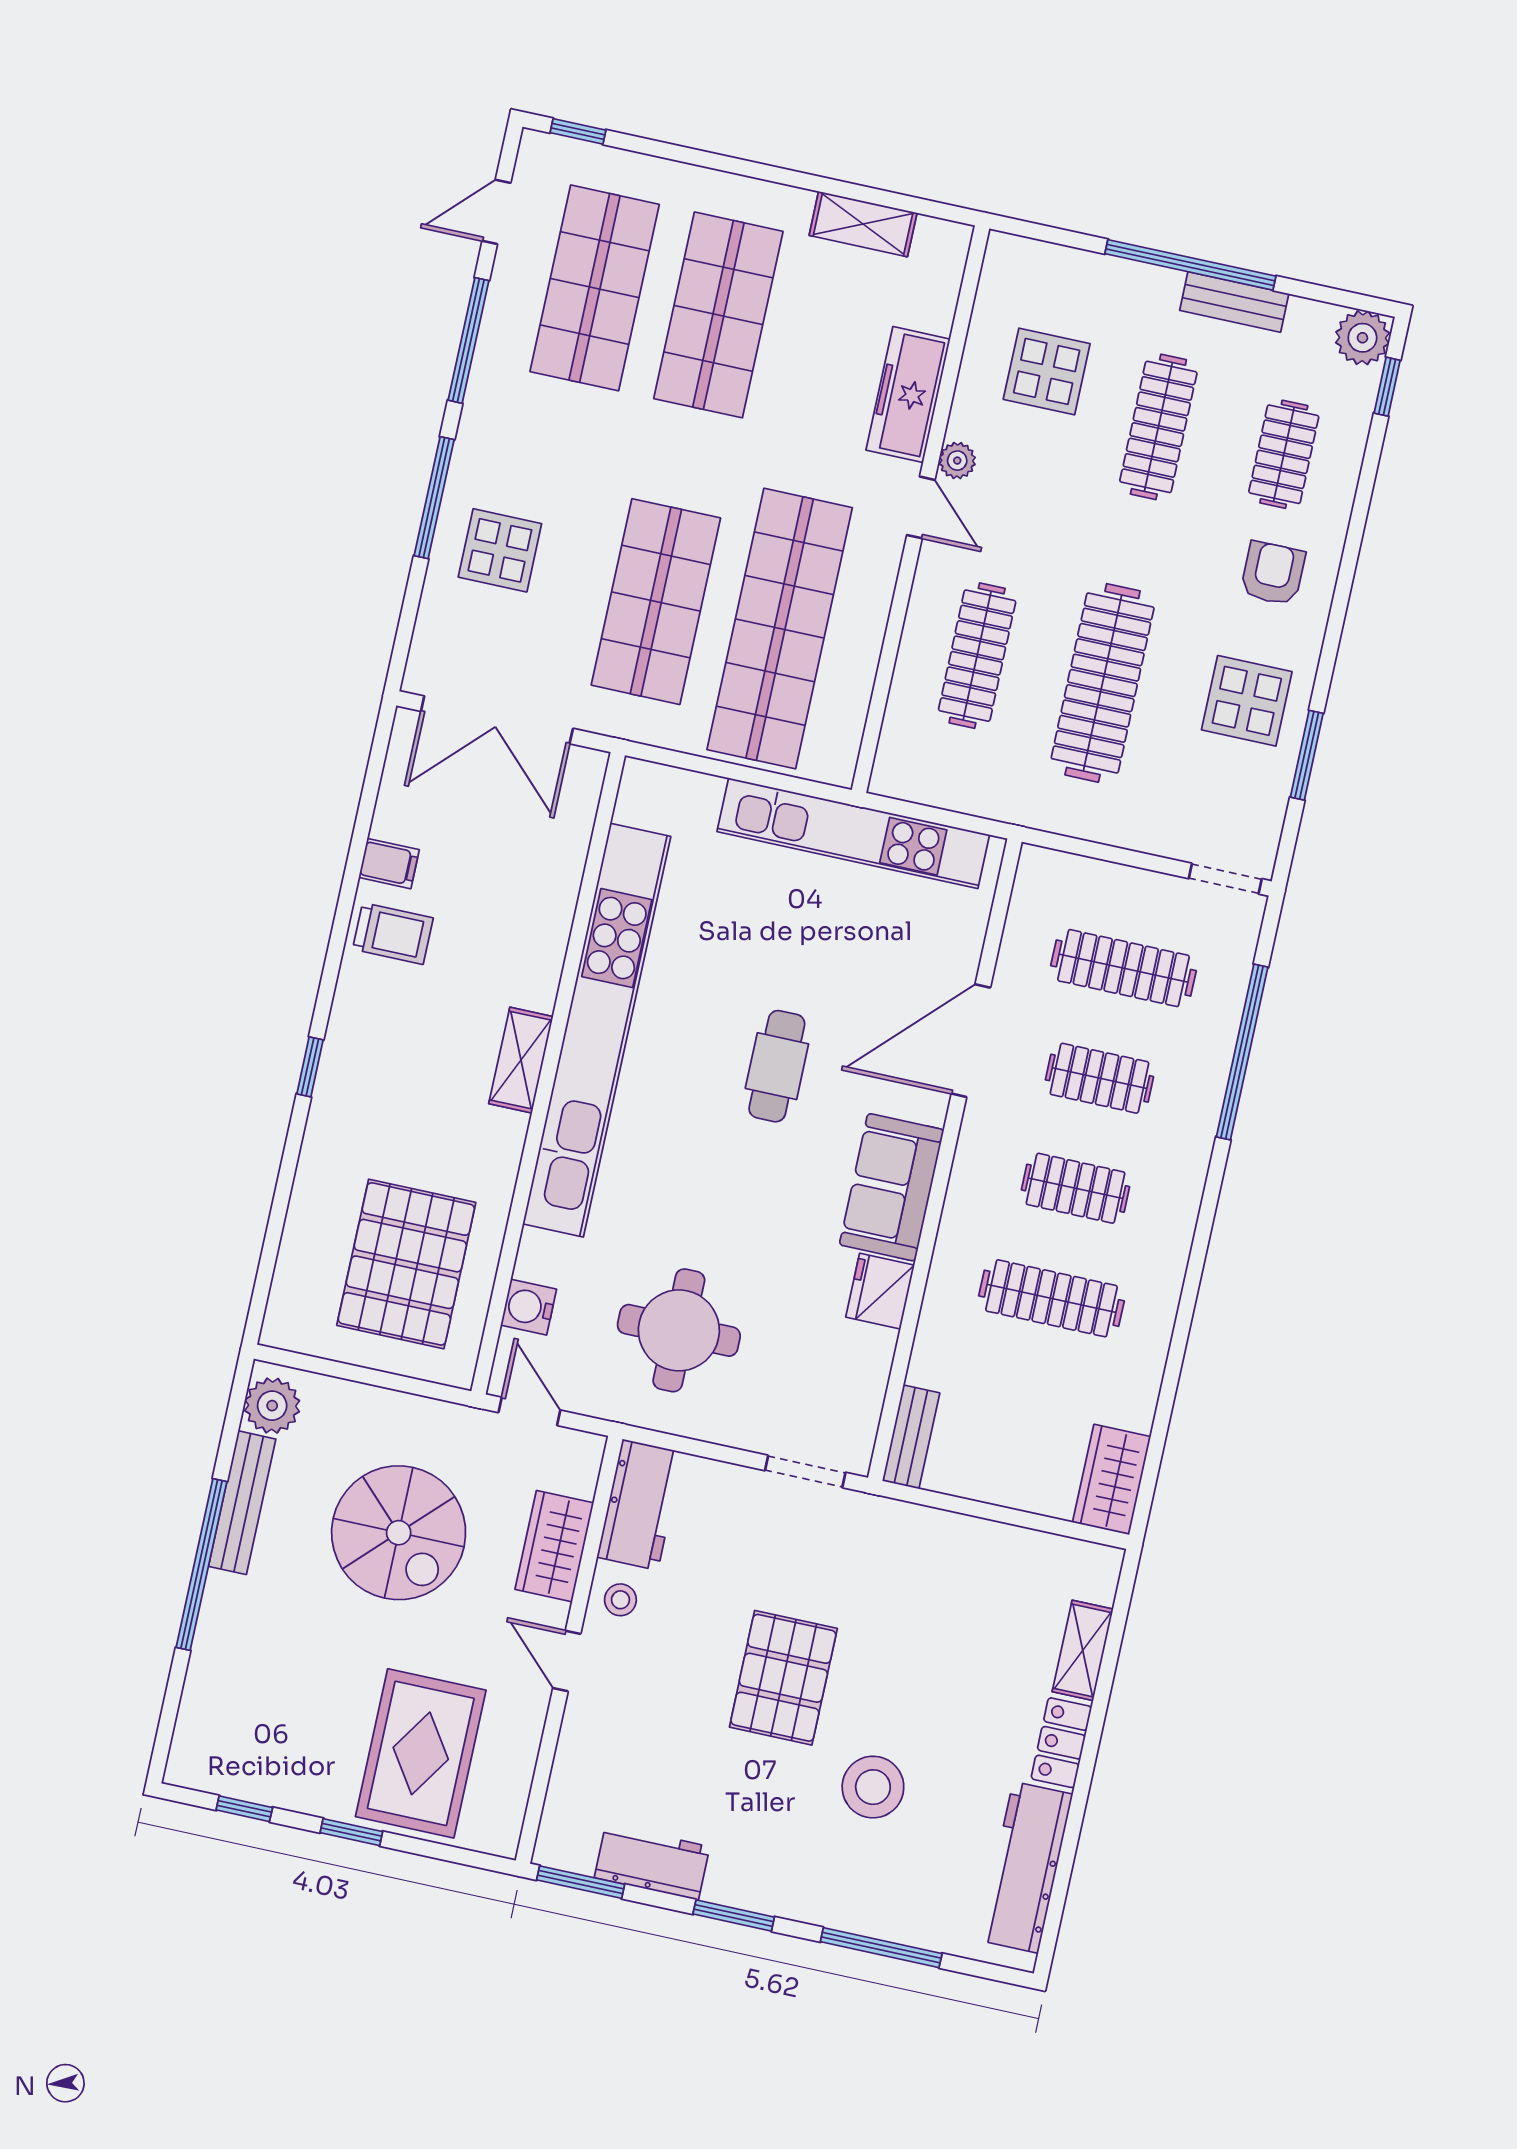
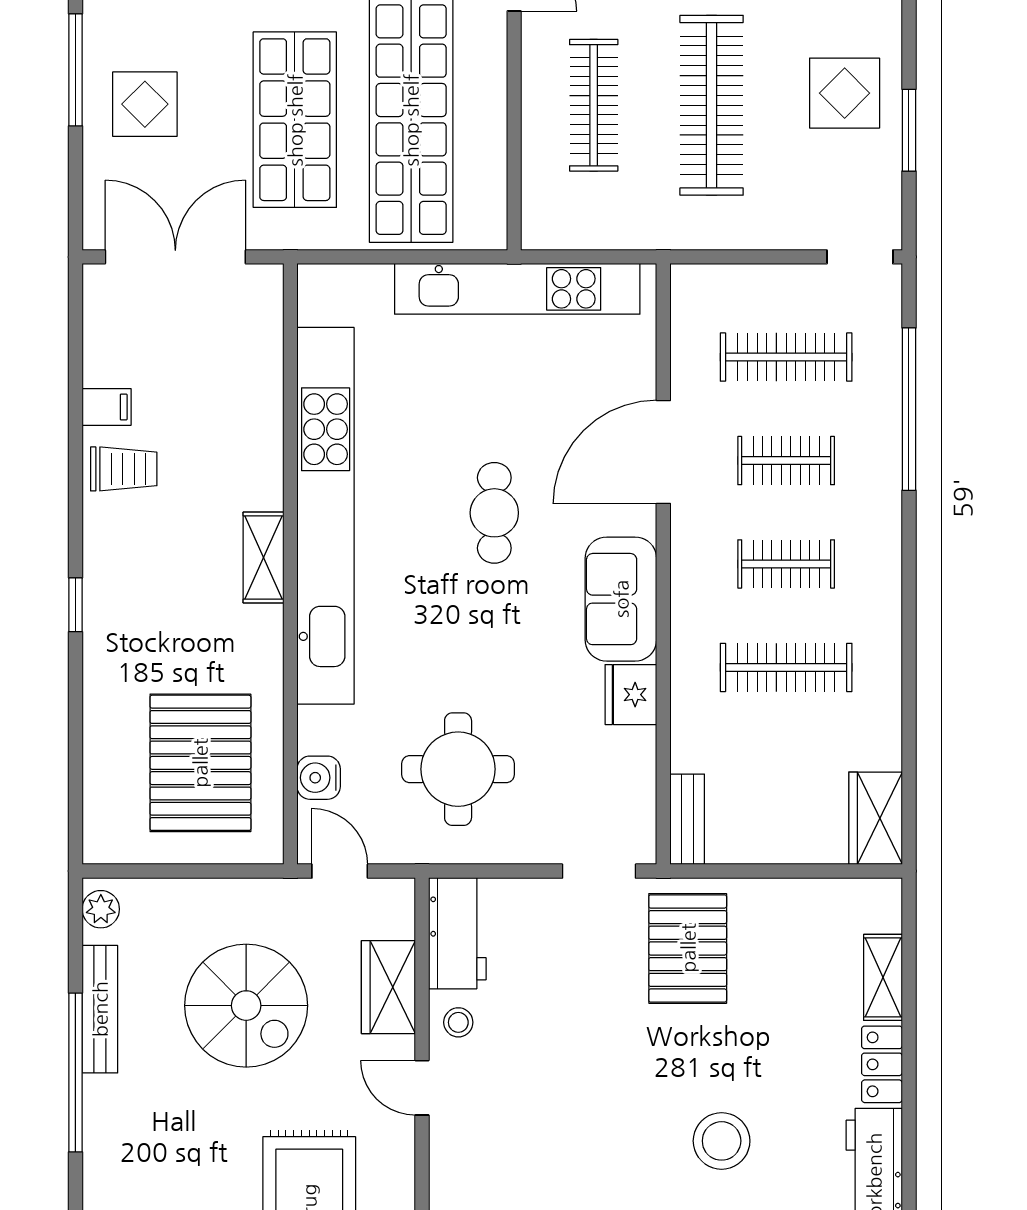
double door: (497, 720) -> (175, 257), swing flipped
plant: (272, 1406) -> (101, 909), width x0.73, depth x0.73
pallet: (783, 1678) -> (688, 948), moved

